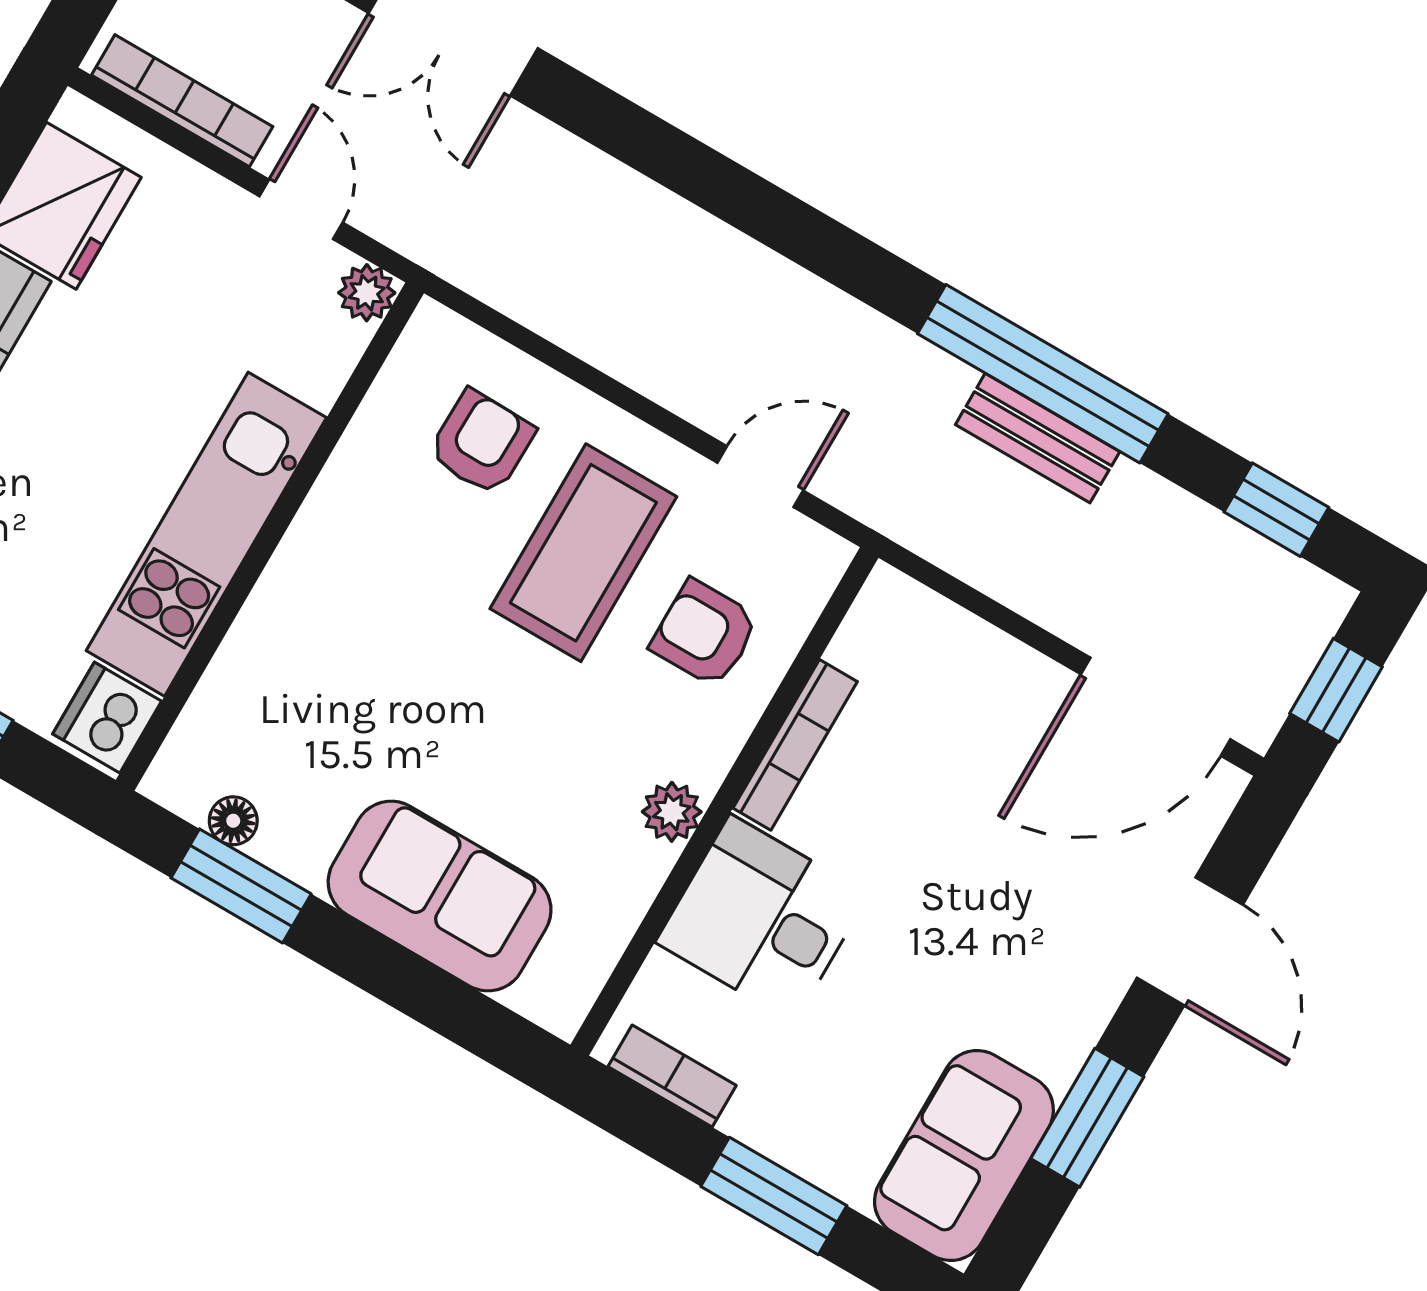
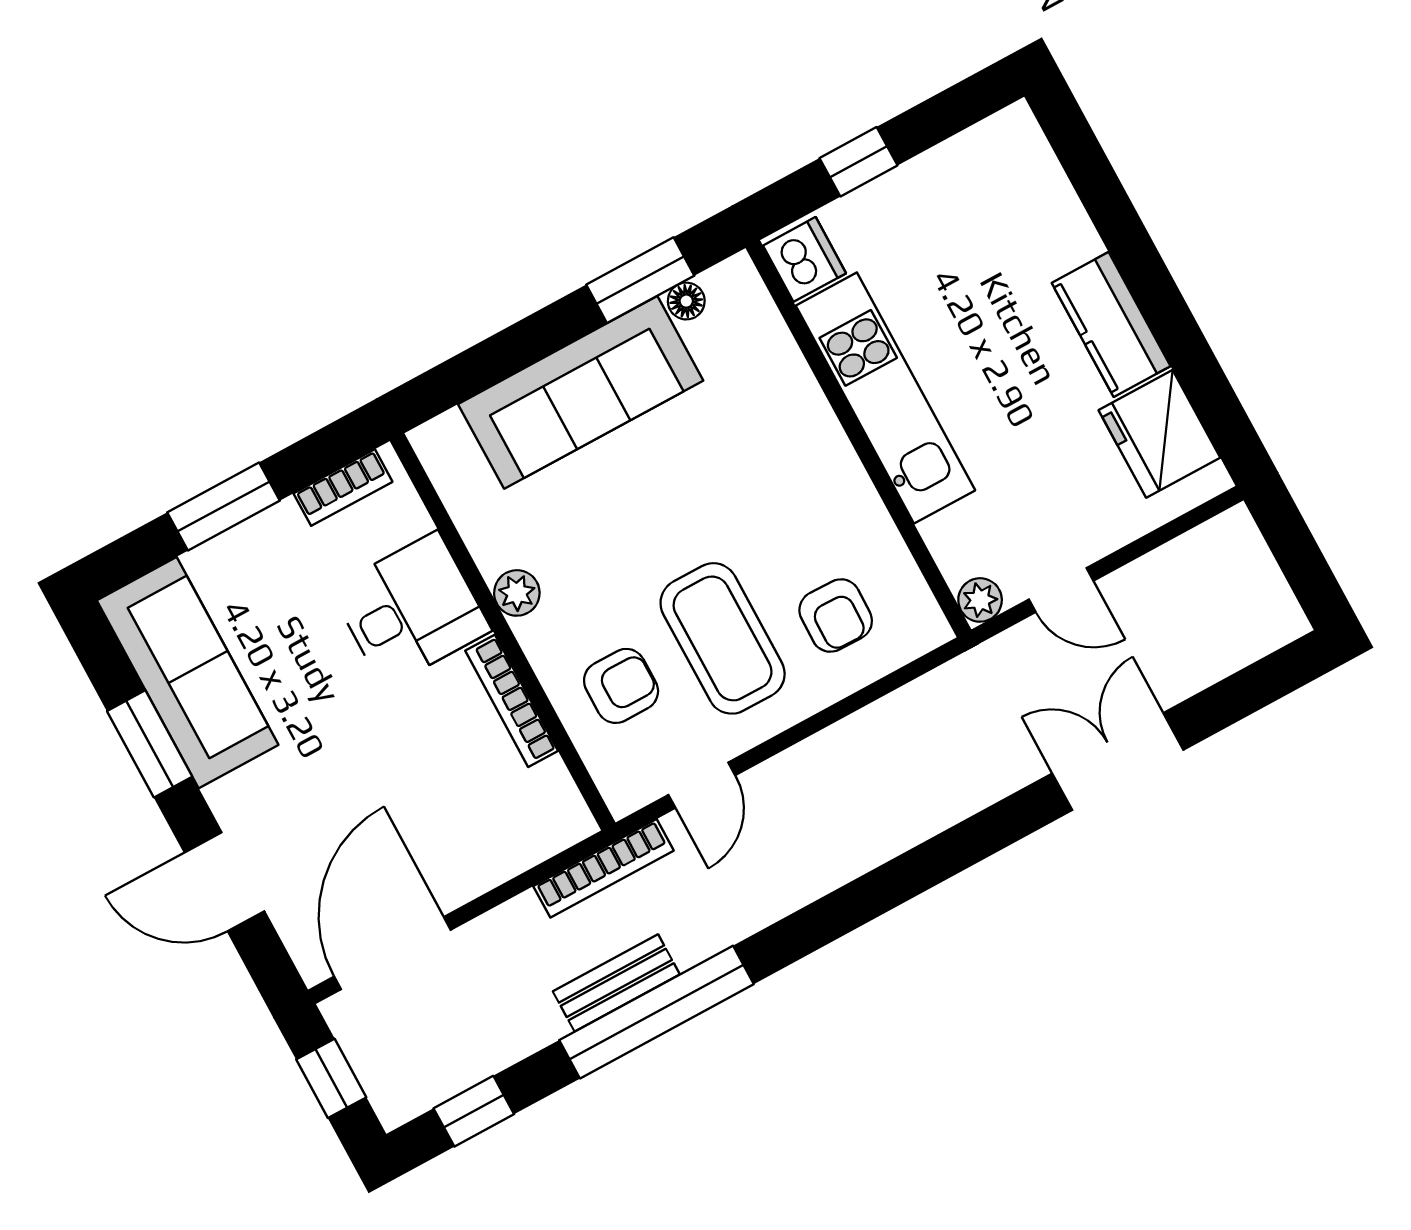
bookcase: (182, 101) -> (603, 868), moved
sofa: (440, 896) -> (581, 392), width x1.36
sofa: (964, 1155) -> (188, 673), width x1.36

